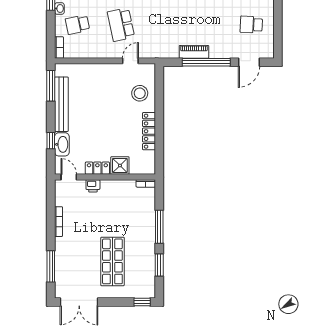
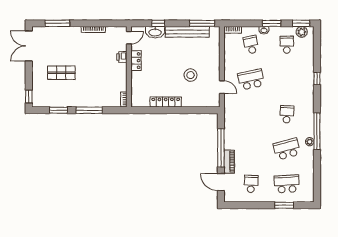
piano: (194, 52) -> (229, 162), moved
stool: (140, 93) -> (191, 75), moved
shower: (120, 166) -> (138, 79), removed
shop shelf: (112, 261) -> (61, 73), width x0.70, depth x0.74

